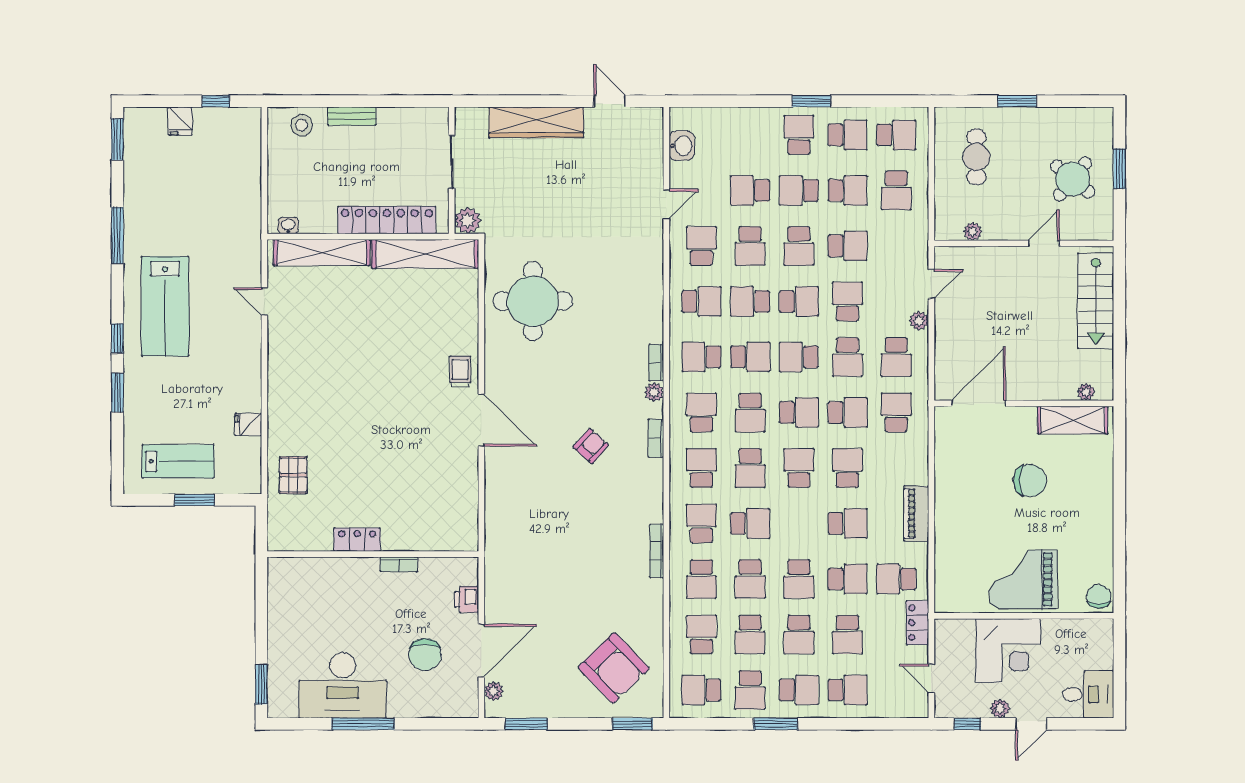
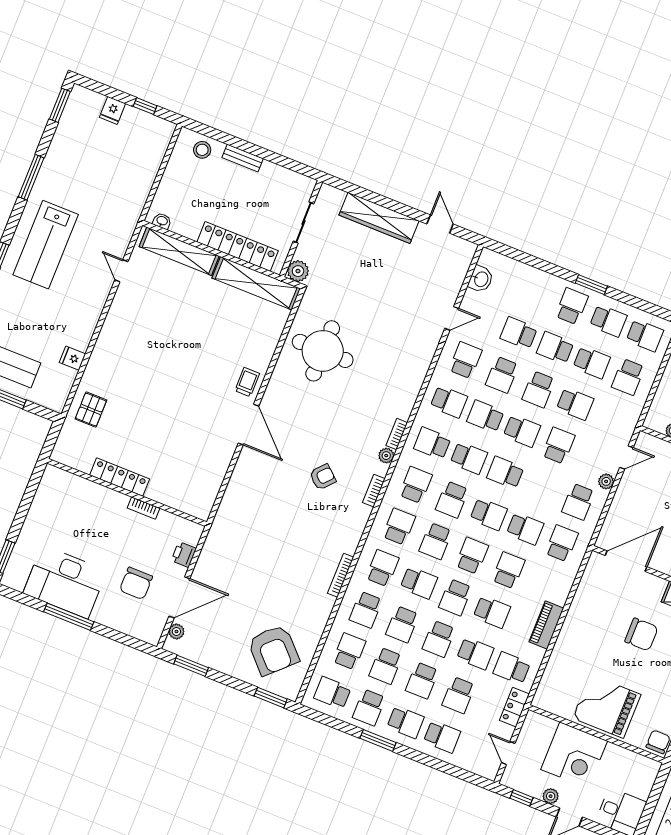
school desk: (848, 357) -> (455, 597), moved
locker: (357, 540) -> (120, 477), width x1.53

